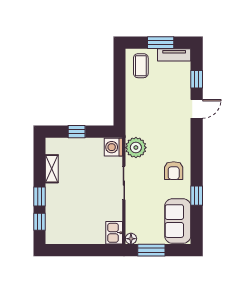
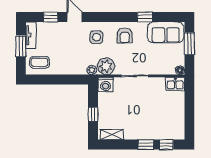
plant: (131, 130) -> (92, 70), added
side table: (172, 136) -> (96, 37), added
shelving: (52, 169) -> (112, 135), moved
armchair: (174, 171) -> (125, 36), turned 90
window: (151, 250) -> (189, 44), moved

